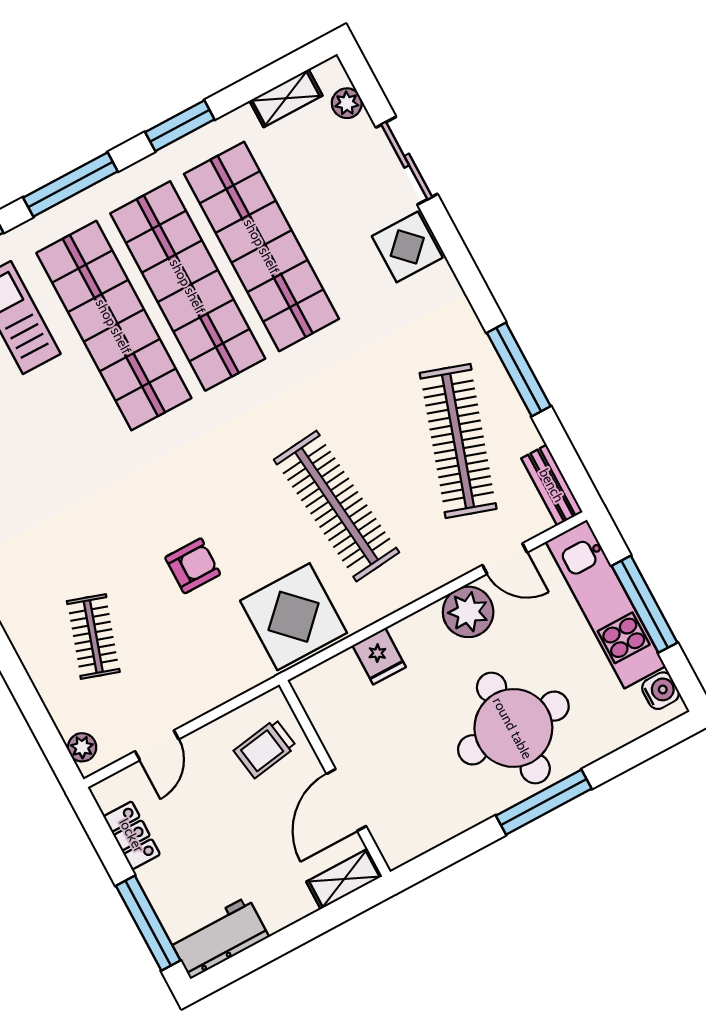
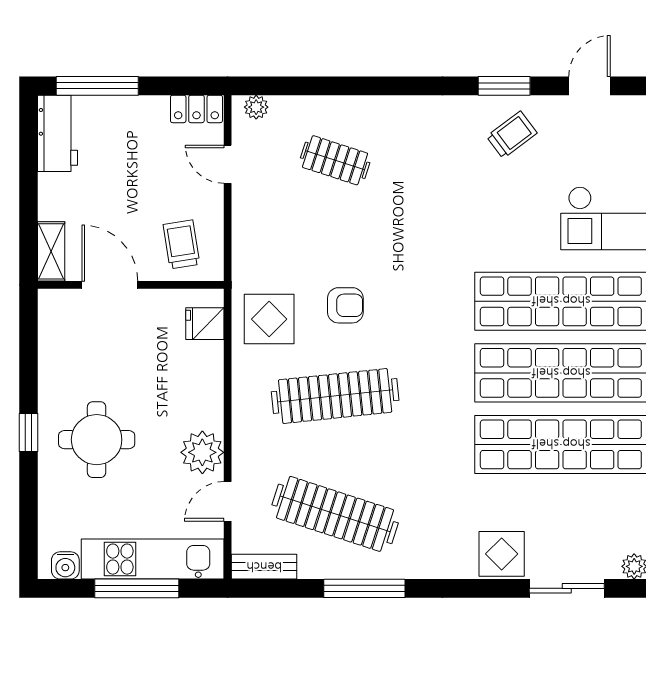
armchair: (193, 566) -> (345, 305), moved, turned -90
display table: (294, 617) -> (269, 319), width x0.73, depth x0.73
fridge: (379, 656) -> (205, 324), moved
round table: (513, 728) -> (97, 440), width x0.73, depth x0.73
window: (544, 802) -> (29, 433), width x0.46
locker: (132, 835) -> (196, 109), moved

